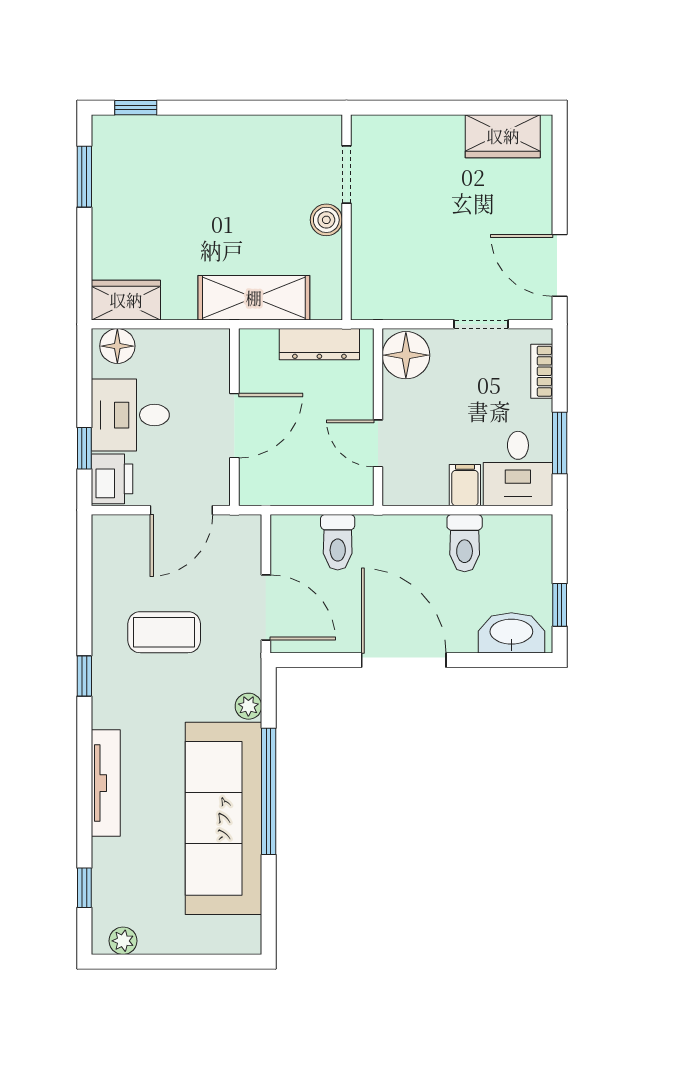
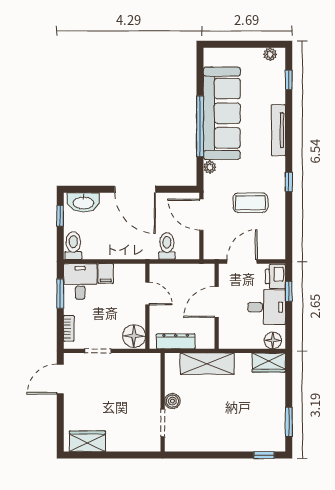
door: (560, 265) -> (60, 379), swing flipped
toilet: (465, 543) -> (73, 246), moved

